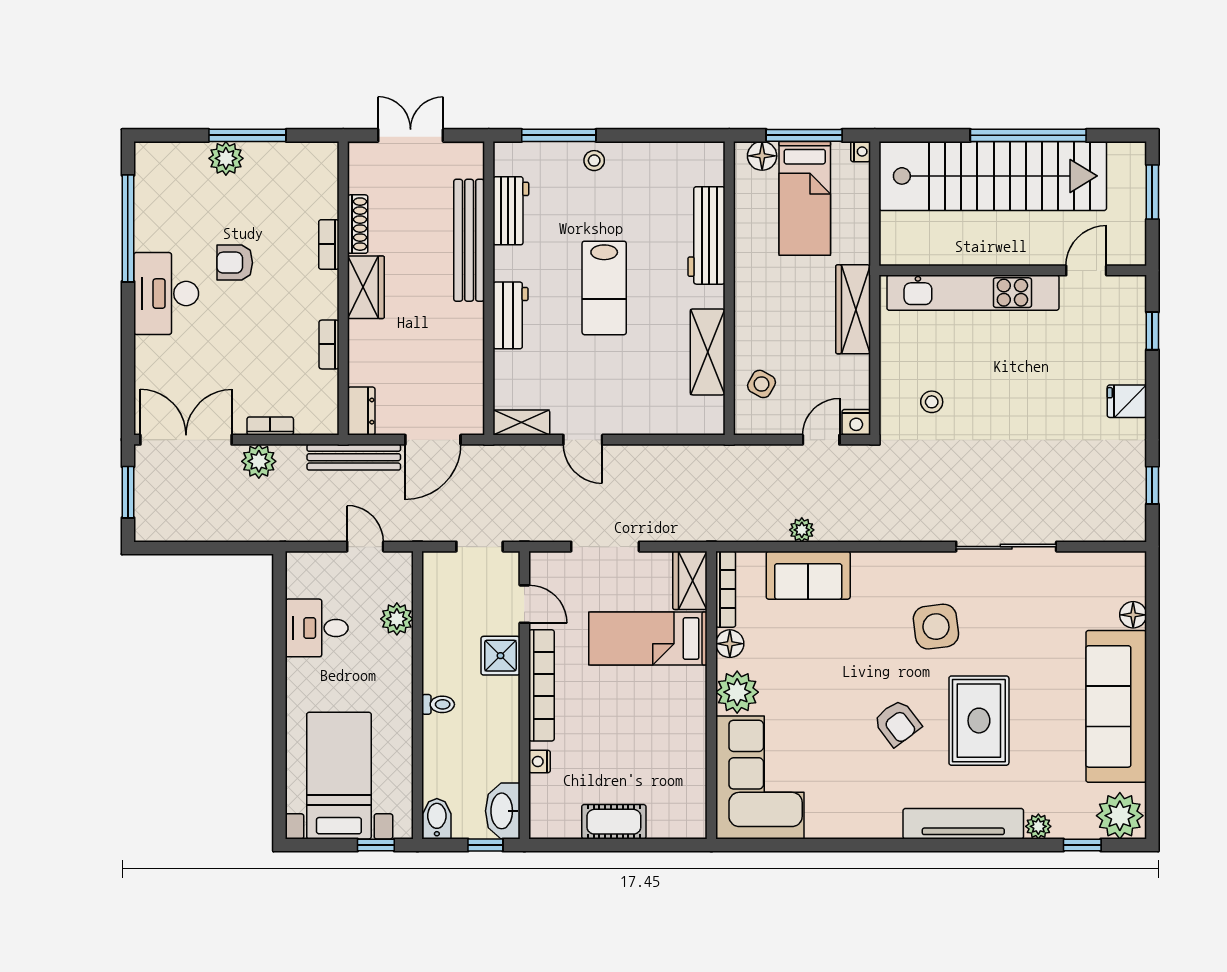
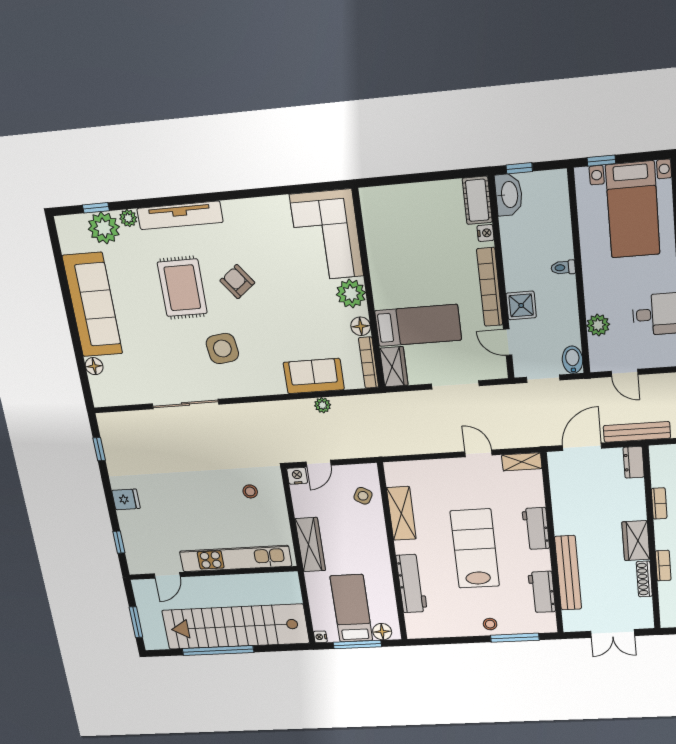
lab bench: (604, 288) -> (475, 549), width x1.36, depth x1.39
plant: (1120, 816) -> (104, 228), moved
bidet: (437, 819) -> (573, 360), moved, turned 180
cot: (614, 822) -> (477, 200), moved, turned 90

